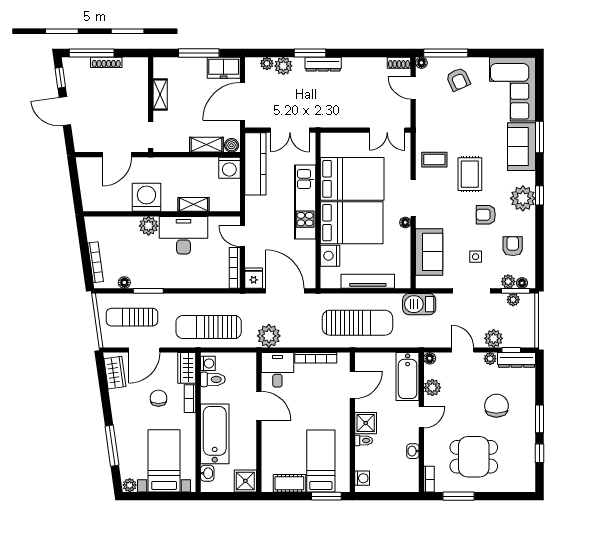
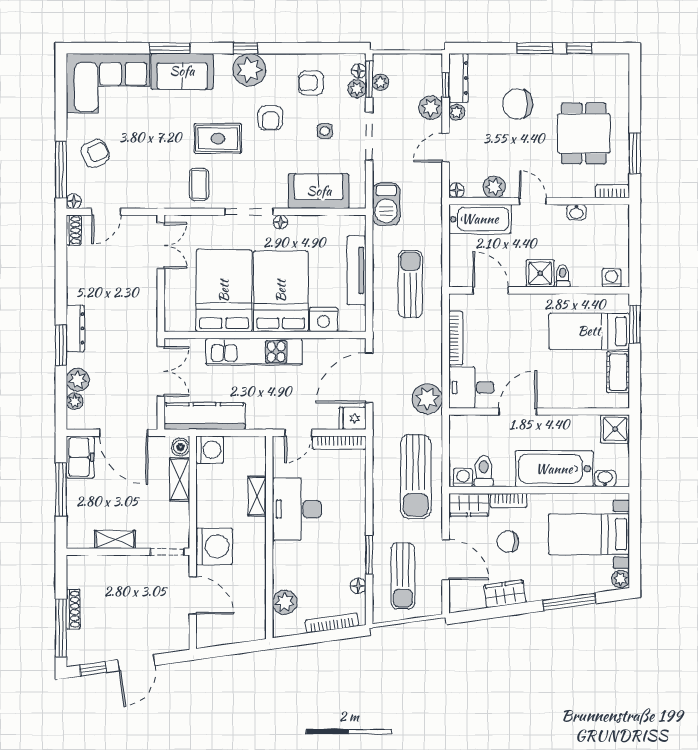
washing machine: (146, 197) -> (214, 546), moved, turned 180
plant: (149, 226) -> (285, 602), moved
sun lounger: (357, 323) -> (410, 284), width x0.73, depth x0.75
wardrobe: (115, 373) -> (505, 594), moved

